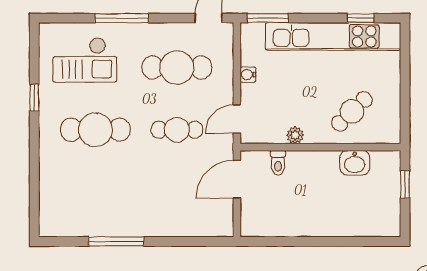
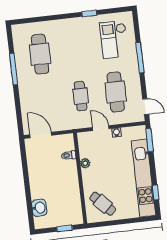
cafe table: (352, 111) -> (103, 204), moved
door: (237, 119) -> (101, 128), moved
cafe table: (95, 130) -> (40, 54), moved
washbasin: (355, 163) -> (39, 208), moved, turned 180
door: (237, 179) -> (41, 135), moved

